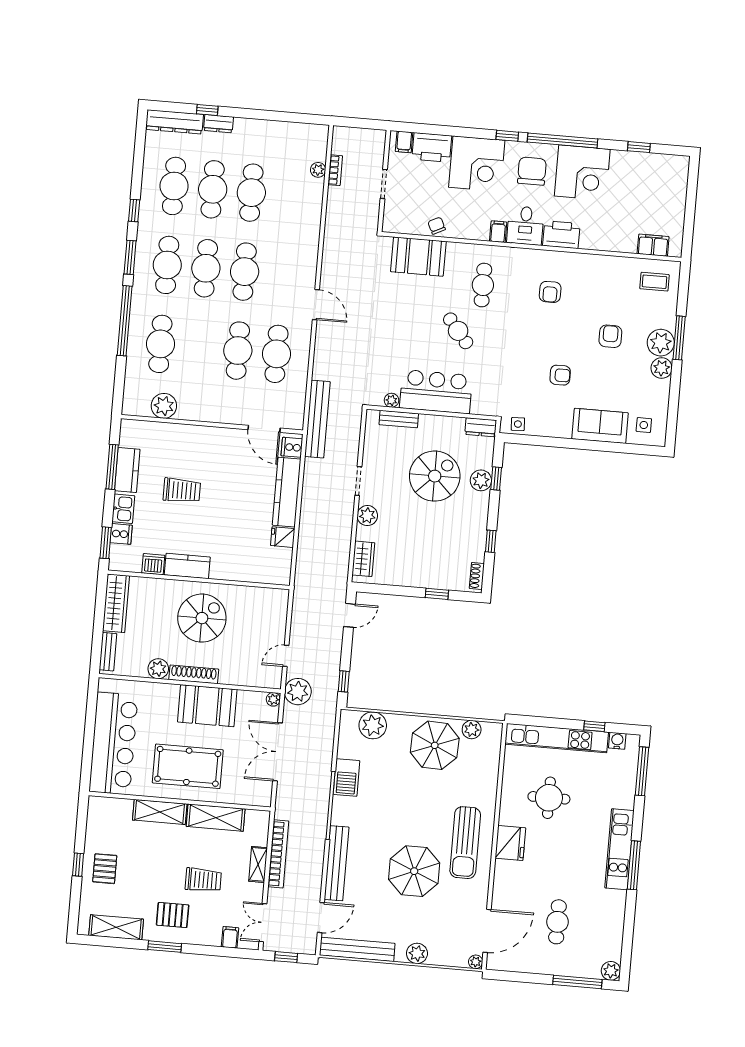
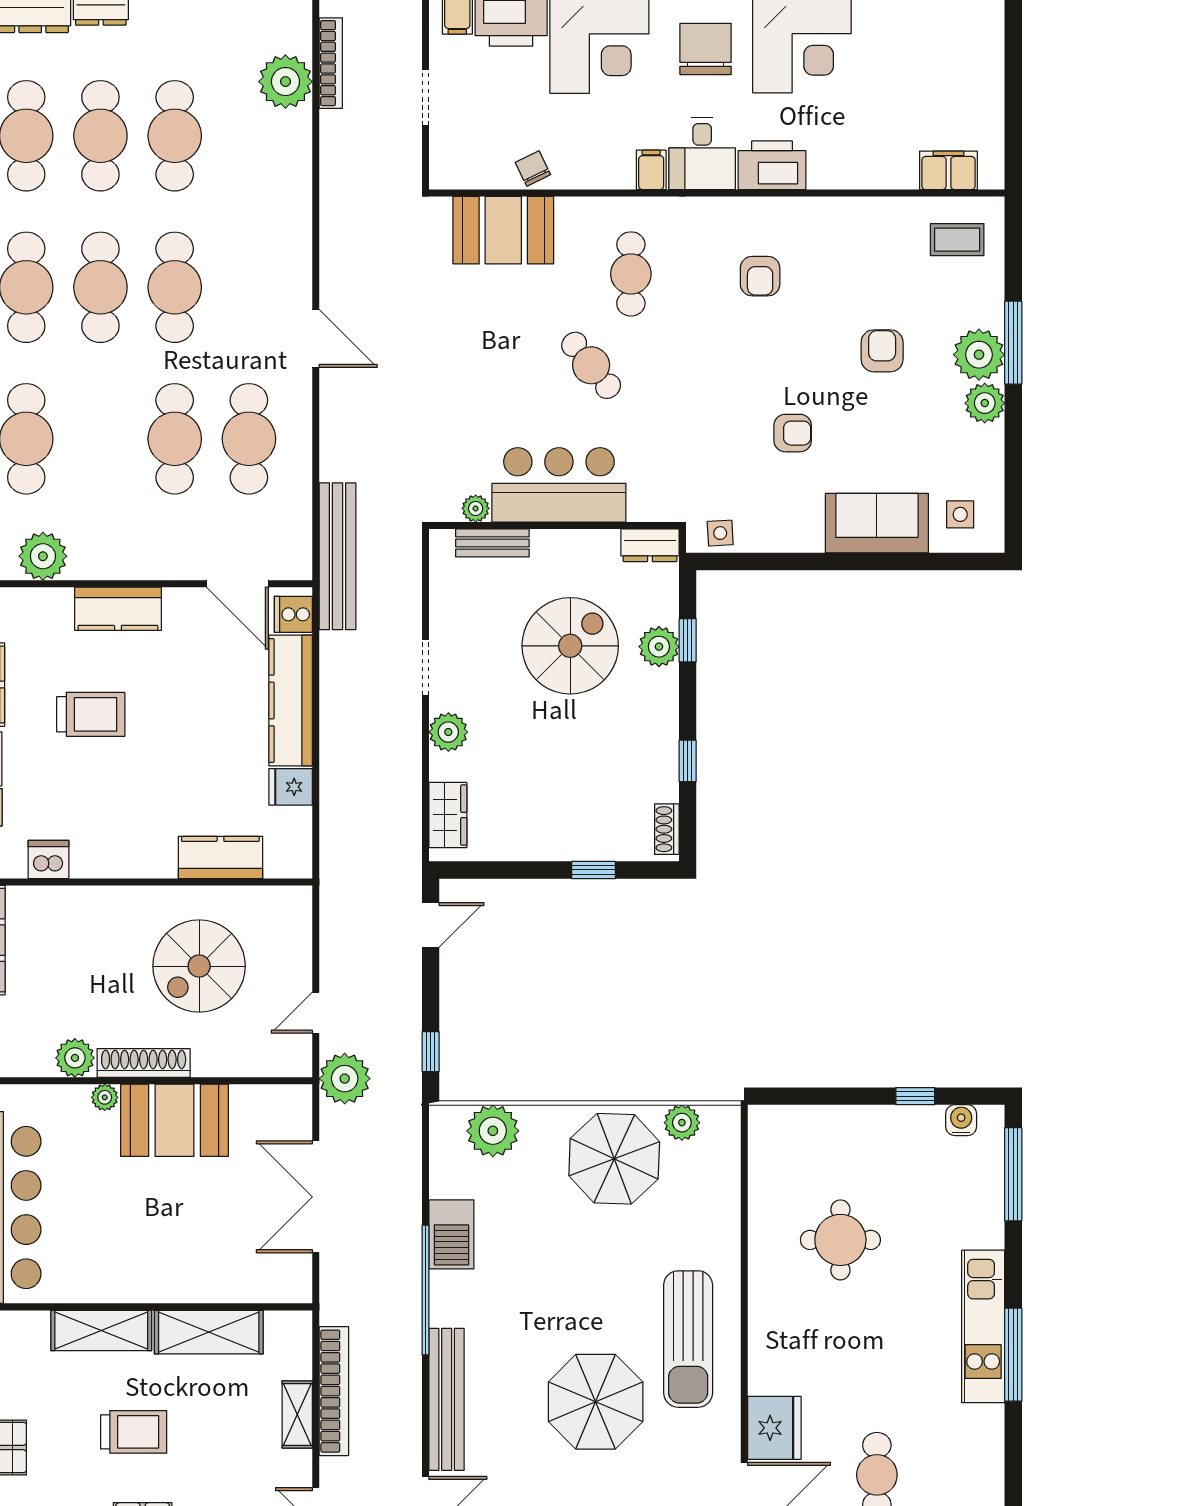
plant: (318, 170) -> (285, 82), width x1.87, depth x1.87
bookcase: (335, 170) -> (331, 63), width x1.56
kitchen counter: (201, 437) -> (118, 609), added
kitchen counter: (187, 566) -> (220, 857), moved
spiral stairs: (202, 618) -> (199, 966), moved, turned 180
plant: (273, 699) -> (105, 1097), moved
kitchen unit: (557, 738) -> (845, 1125), removed
pool table: (188, 766) -> (147, 1239), removed
fridge: (510, 843) -> (774, 1428), moved
trolley: (203, 880) -> (134, 1432), moved

